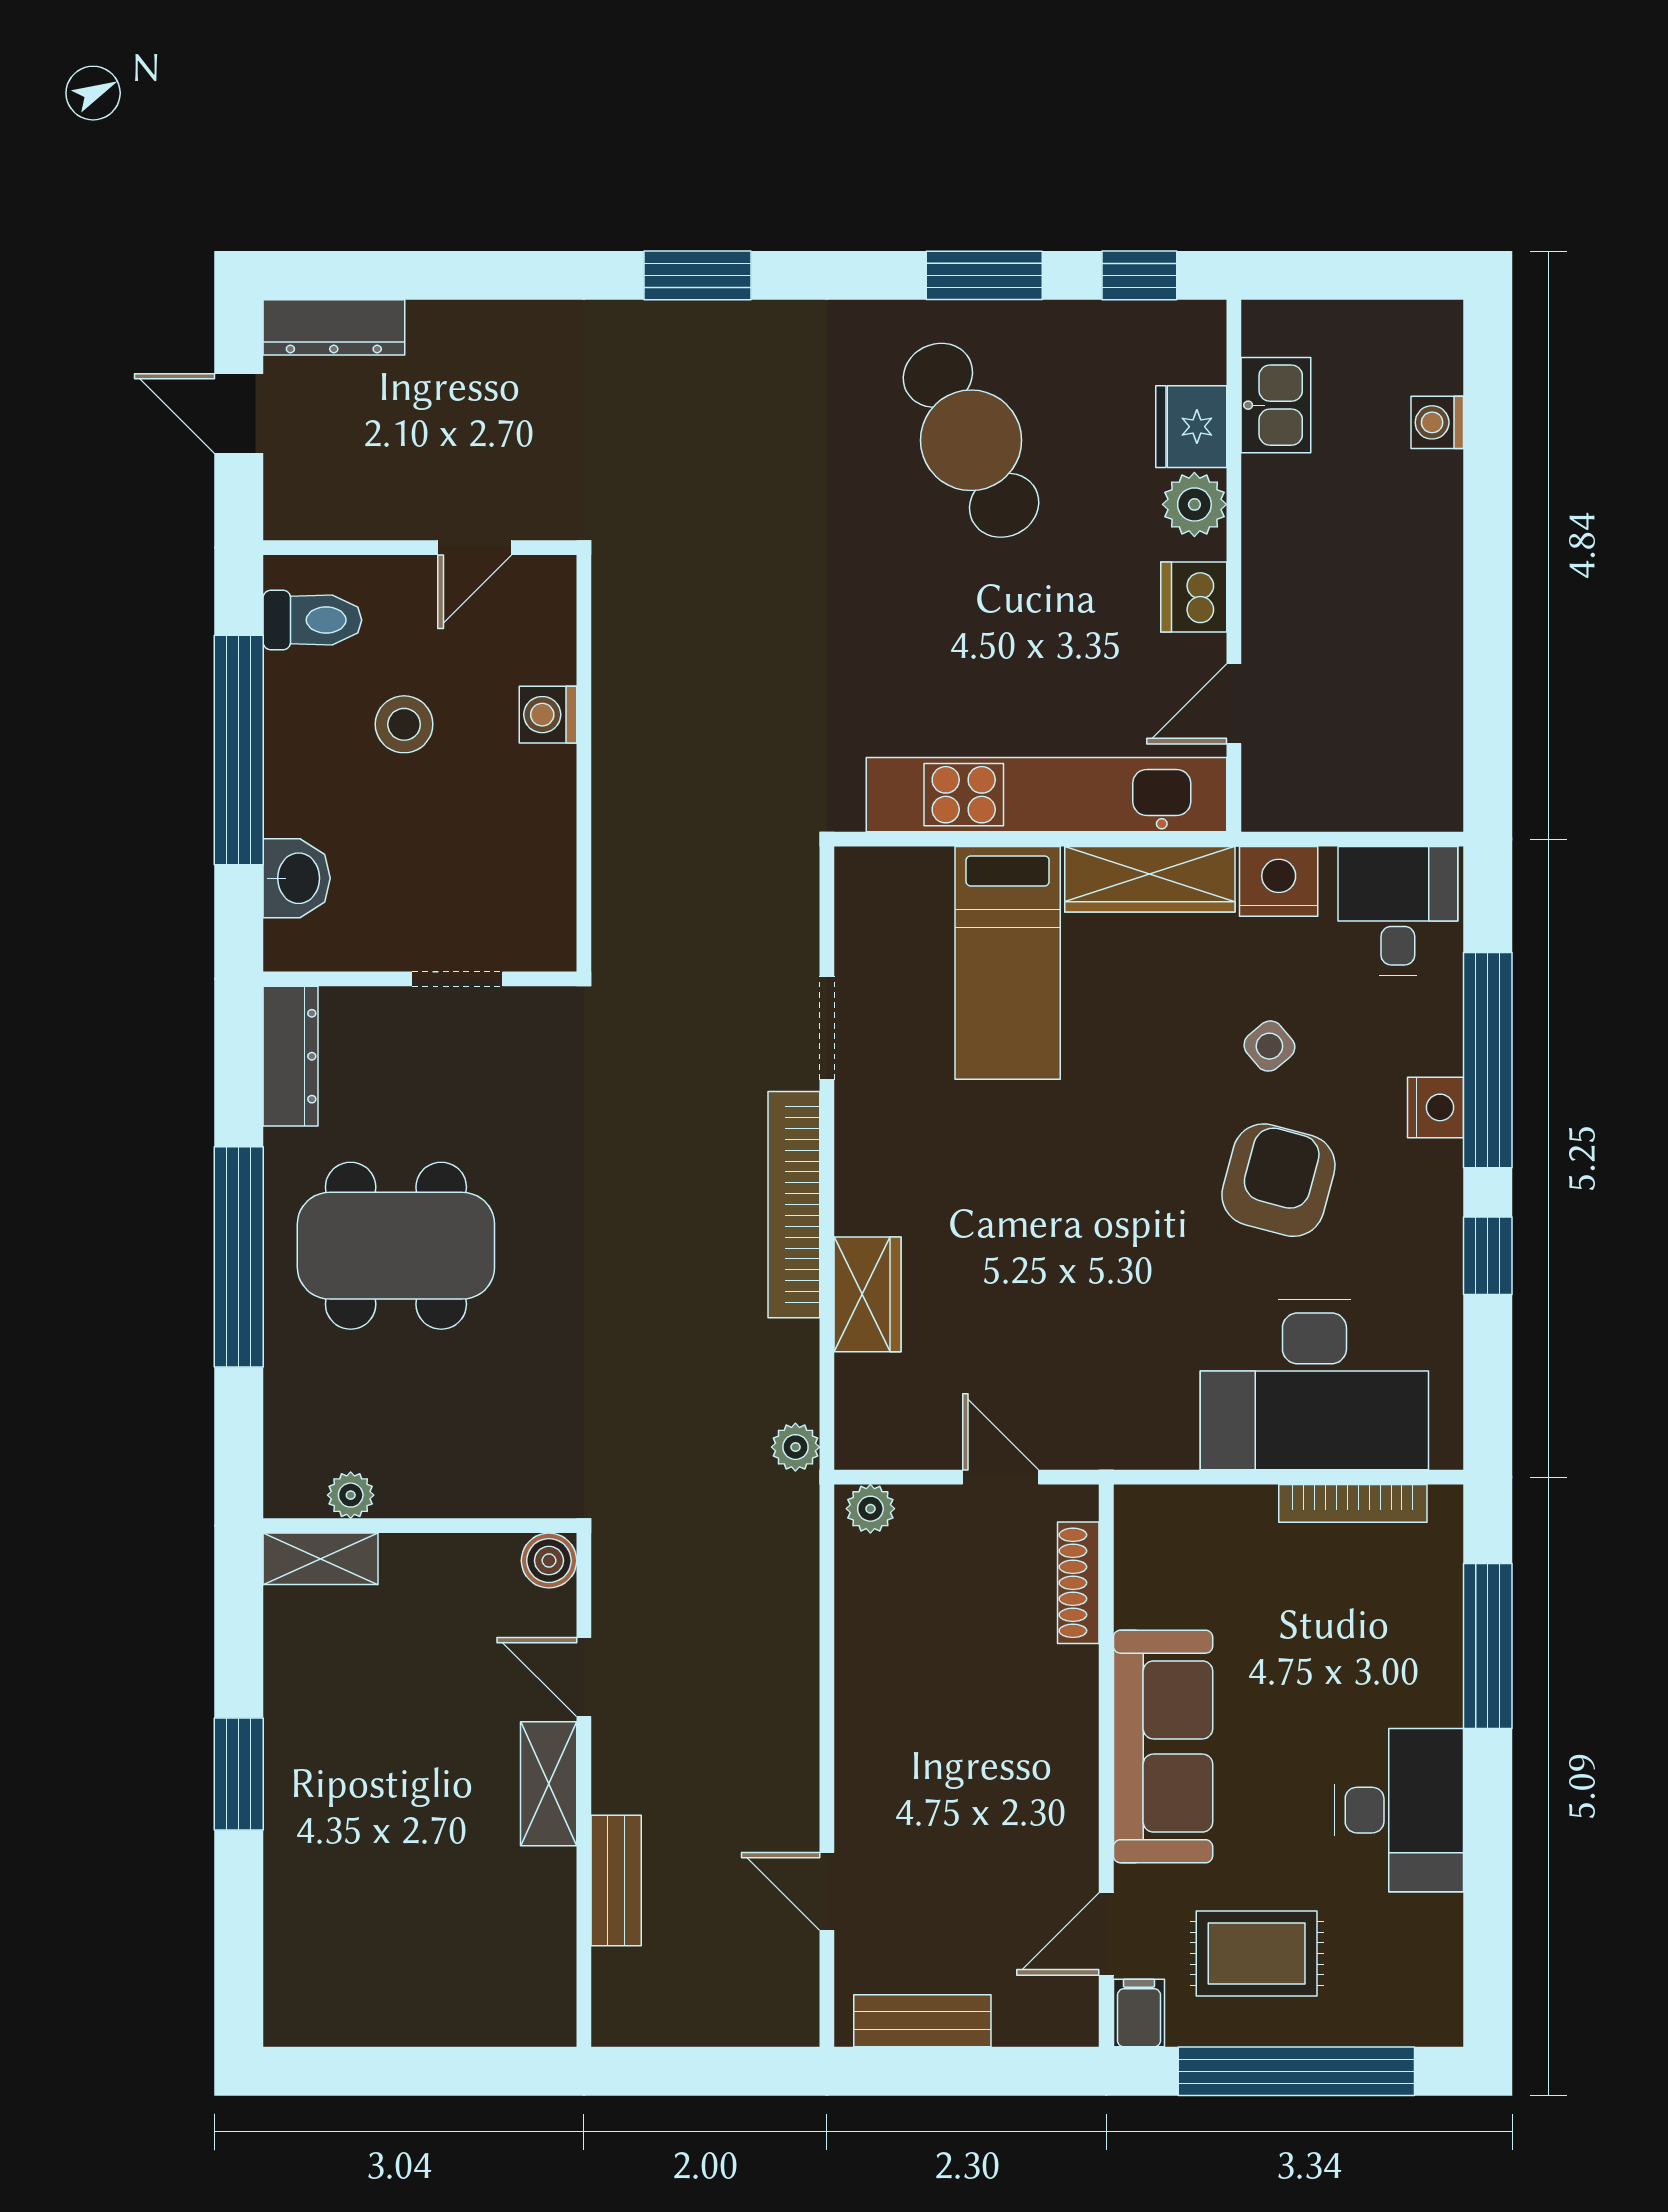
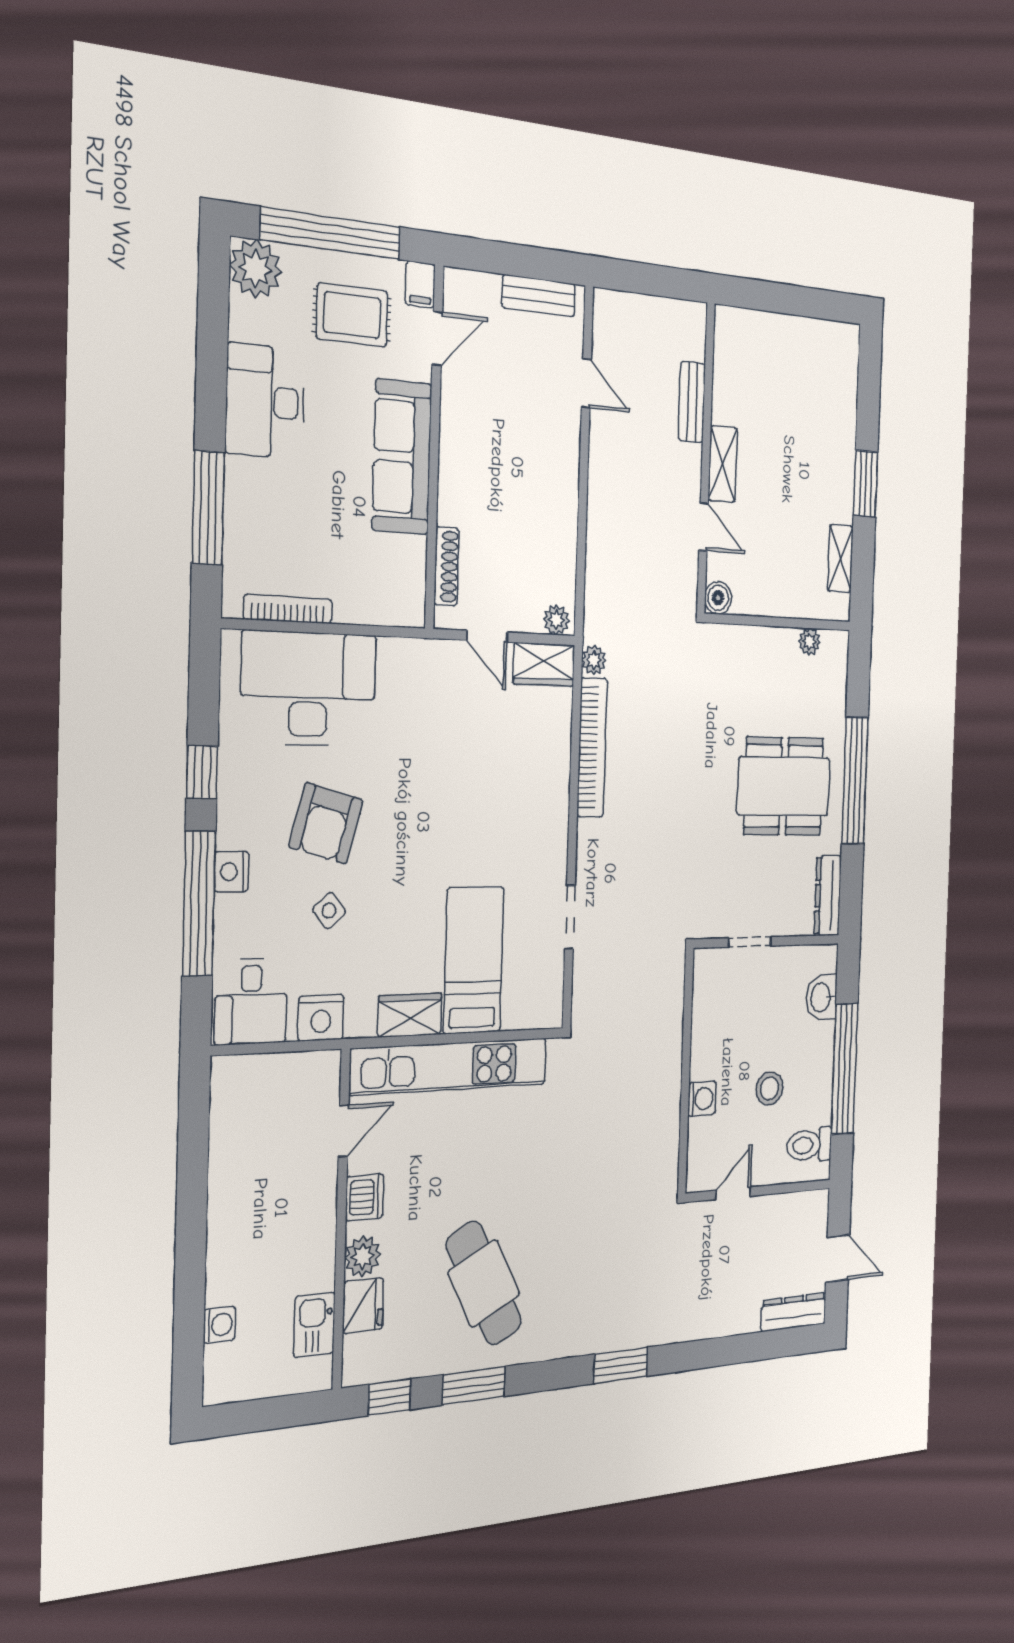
wardrobe: (1150, 879) -> (410, 1015), width x0.67
bookcase: (794, 1205) -> (592, 747), moved
wardrobe: (867, 1294) -> (544, 665), moved, turned -90
shelving: (321, 1559) -> (840, 559), moved, turned 90
plant: (1420, 2004) -> (256, 269), added

